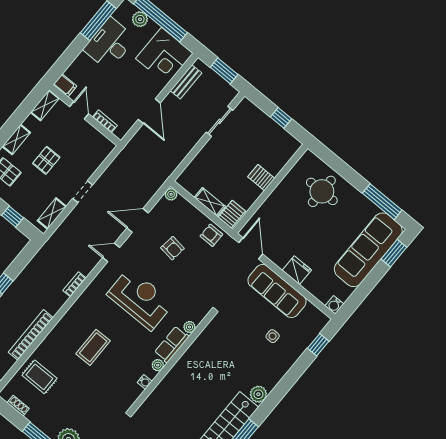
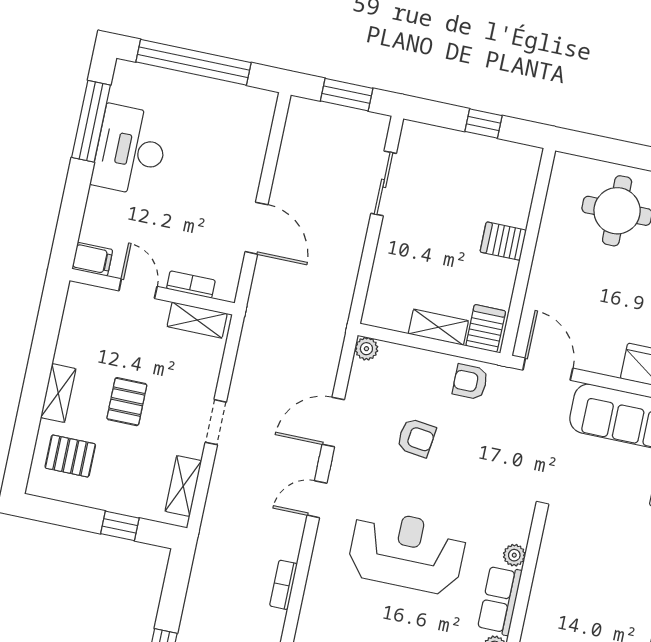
plant: (140, 19) -> (160, 82), removed
corner desk: (164, 56) -> (233, 122), removed
bench: (186, 82) -> (292, 147), removed
shelving: (45, 105) -> (197, 320), moved, turned 90

